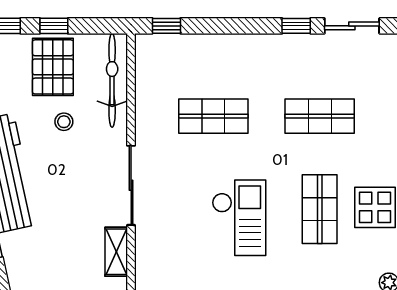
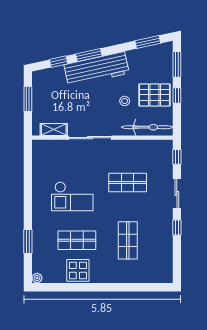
sliding door: (352, 26) -> (177, 193), moved
shop shelf: (213, 116) -> (128, 182), turned 90

